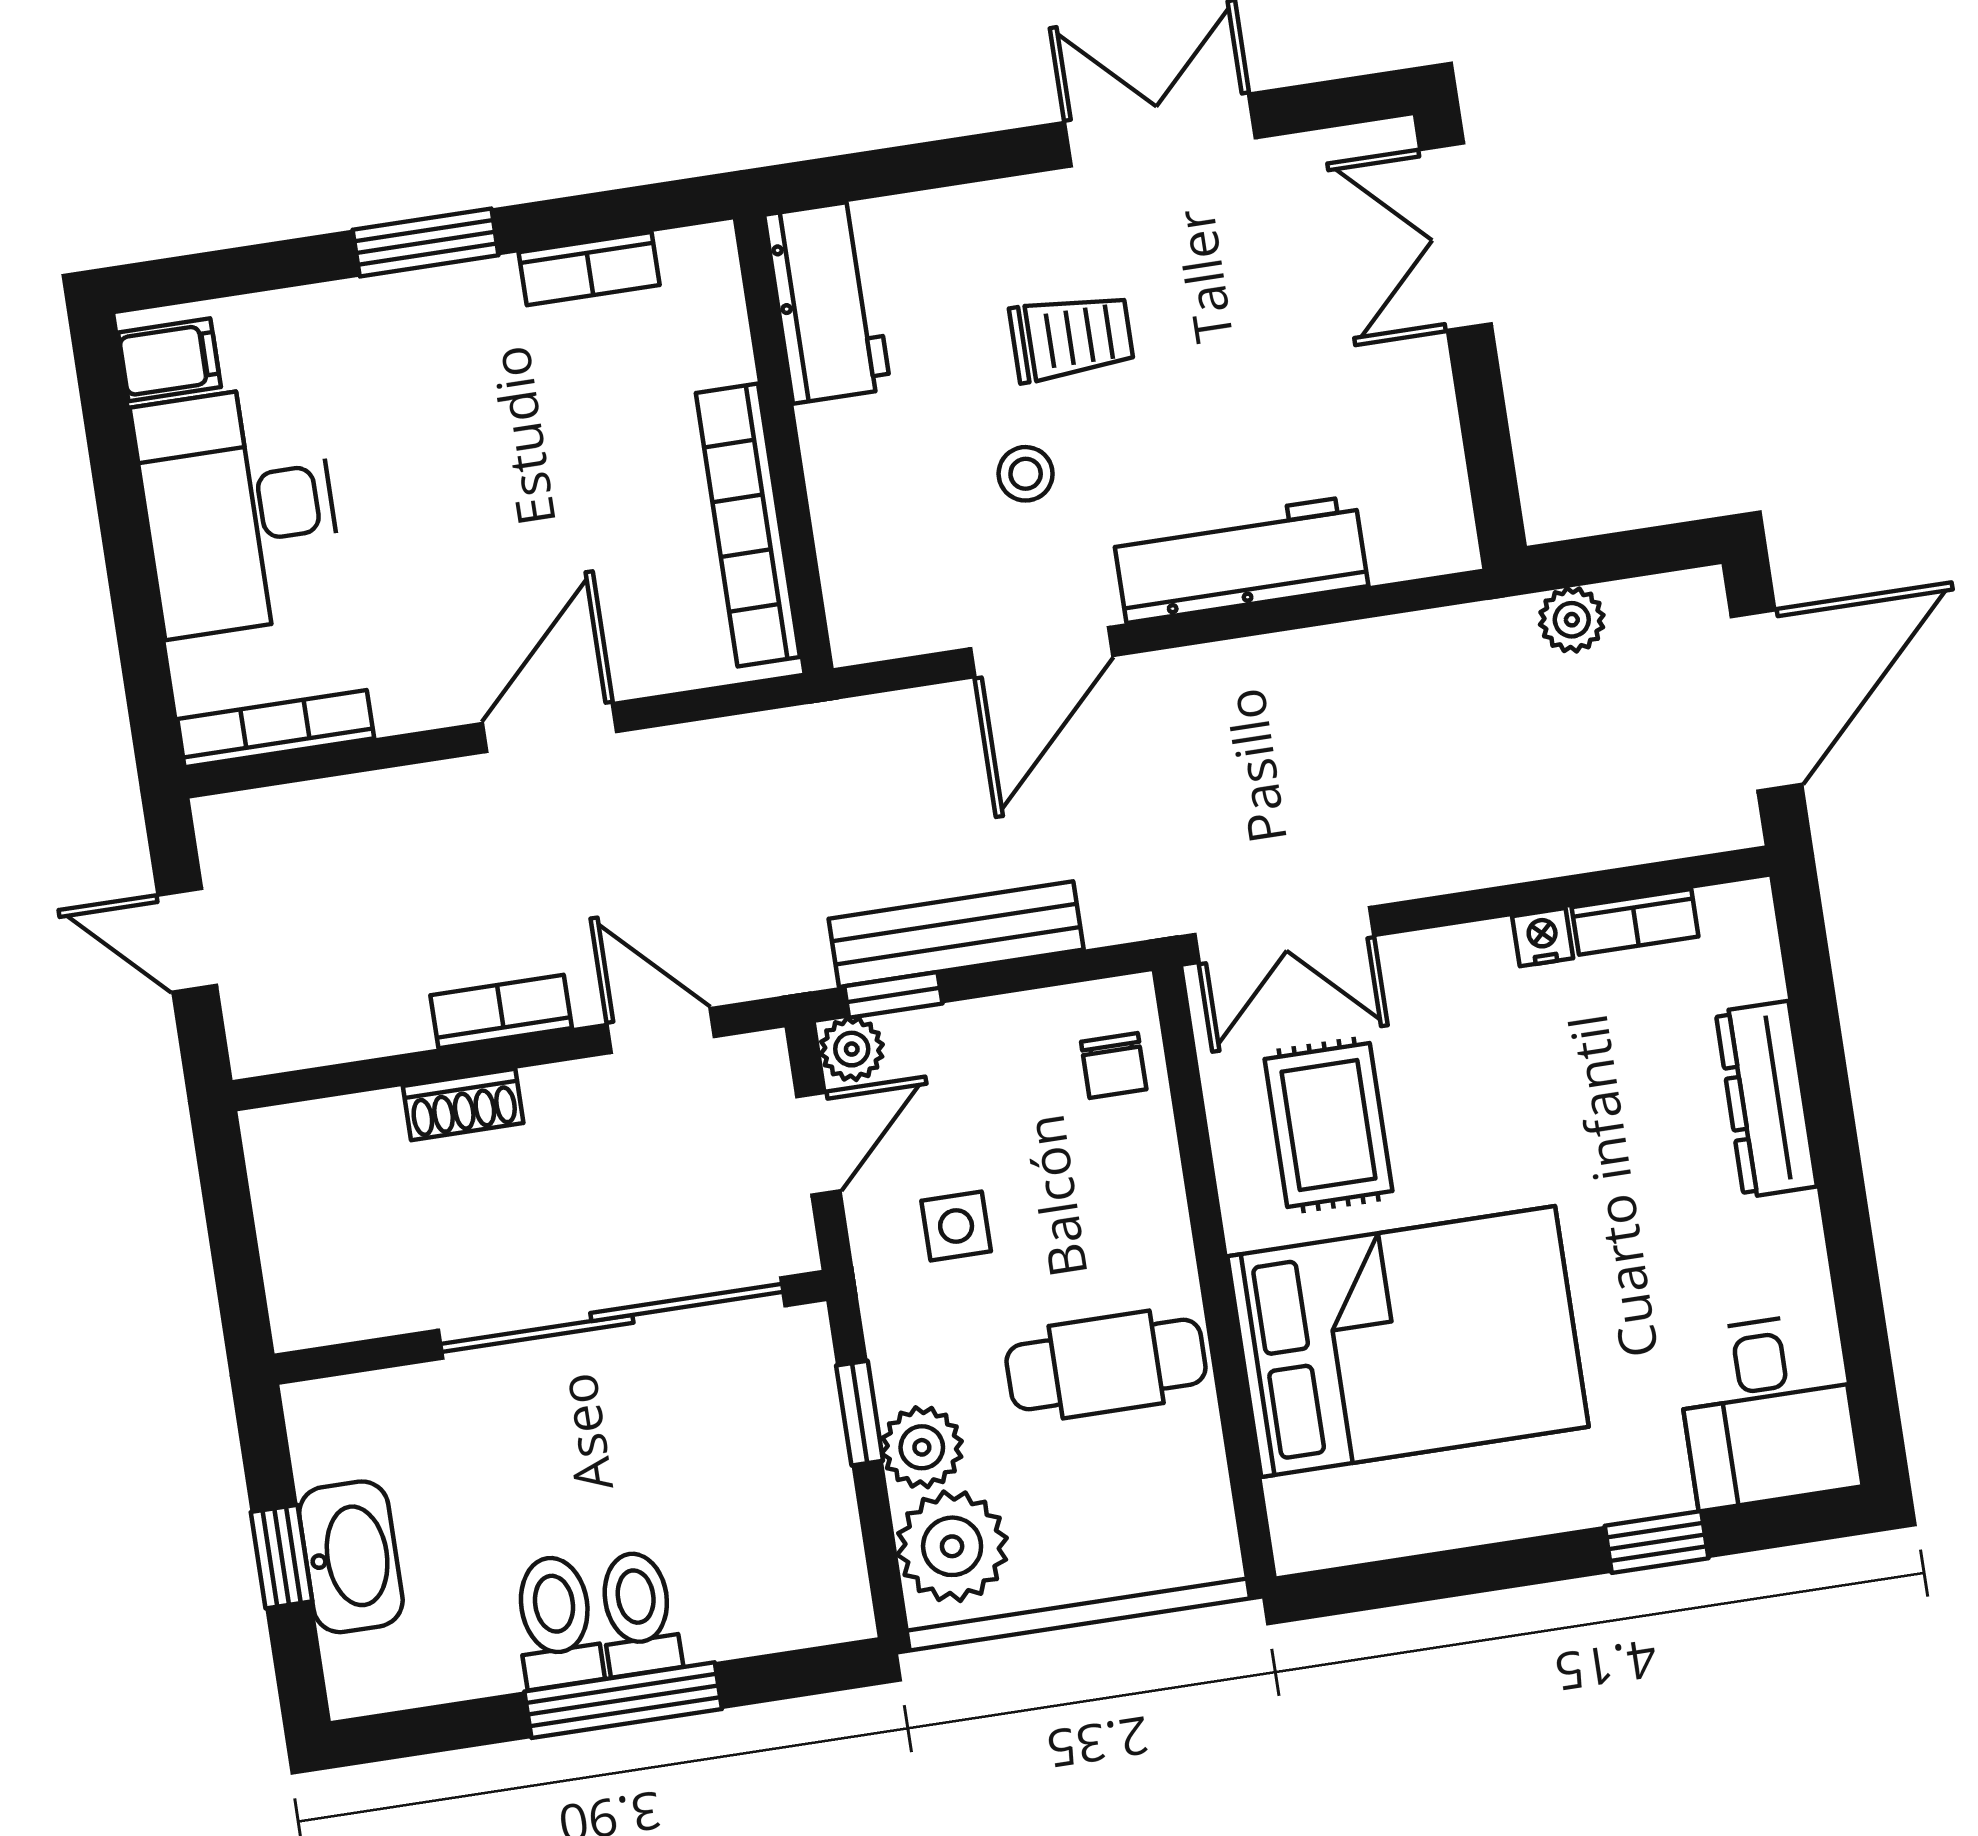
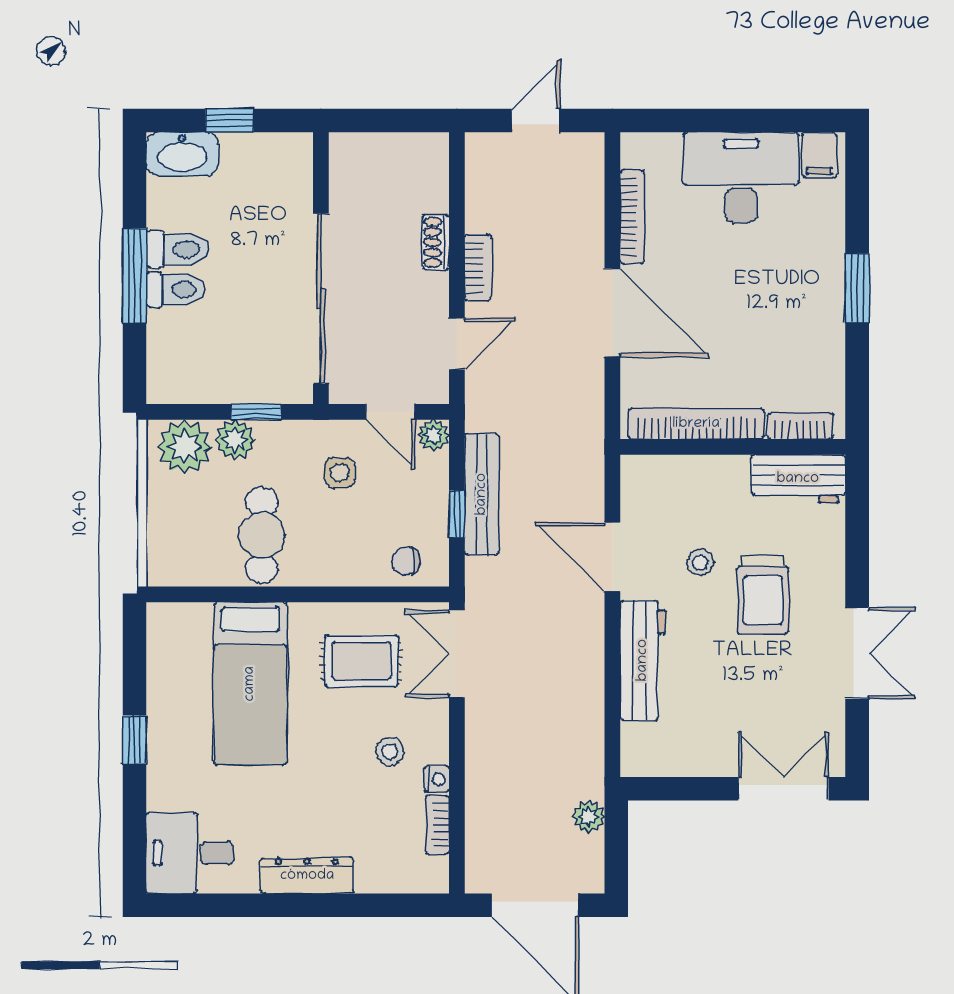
bookcase: (589, 269) -> (800, 426), moved, turned 90
trolley: (1072, 337) -> (763, 595), width x1.36, depth x1.39
door: (550, 727) -> (612, 312), width x1.36
bookcase: (276, 729) -> (632, 217), moved
window: (893, 995) -> (457, 514), moved
stool: (1502, 1039) -> (390, 752), added
dresser: (1766, 1099) -> (307, 876), moved
bed: (1408, 1341) -> (250, 684), width x0.67
window: (1657, 1542) -> (134, 740), moved
washbasin: (351, 1557) -> (182, 154), moved

